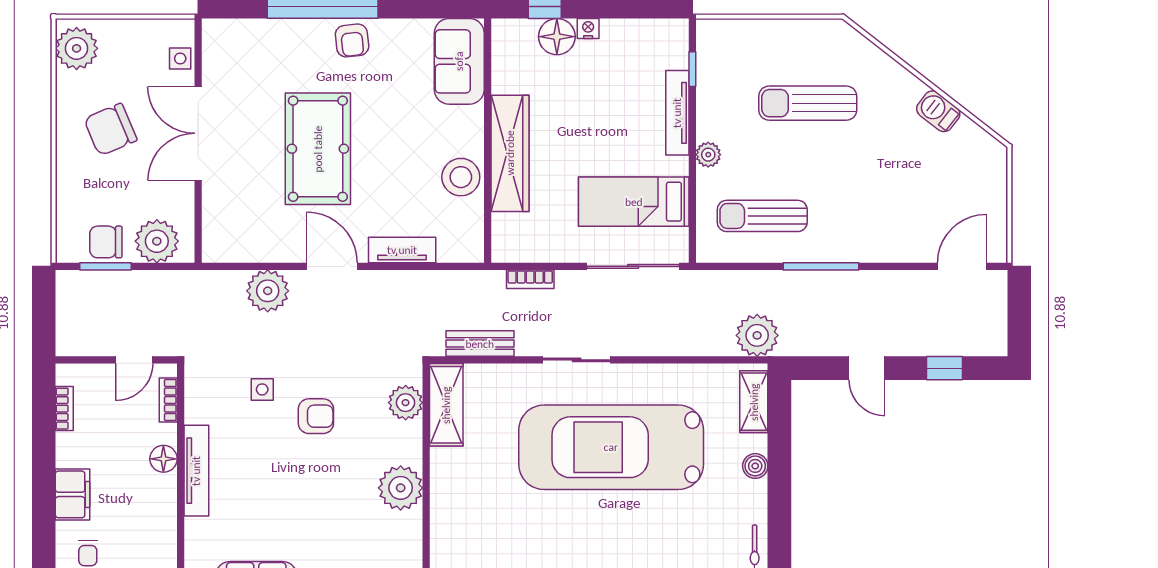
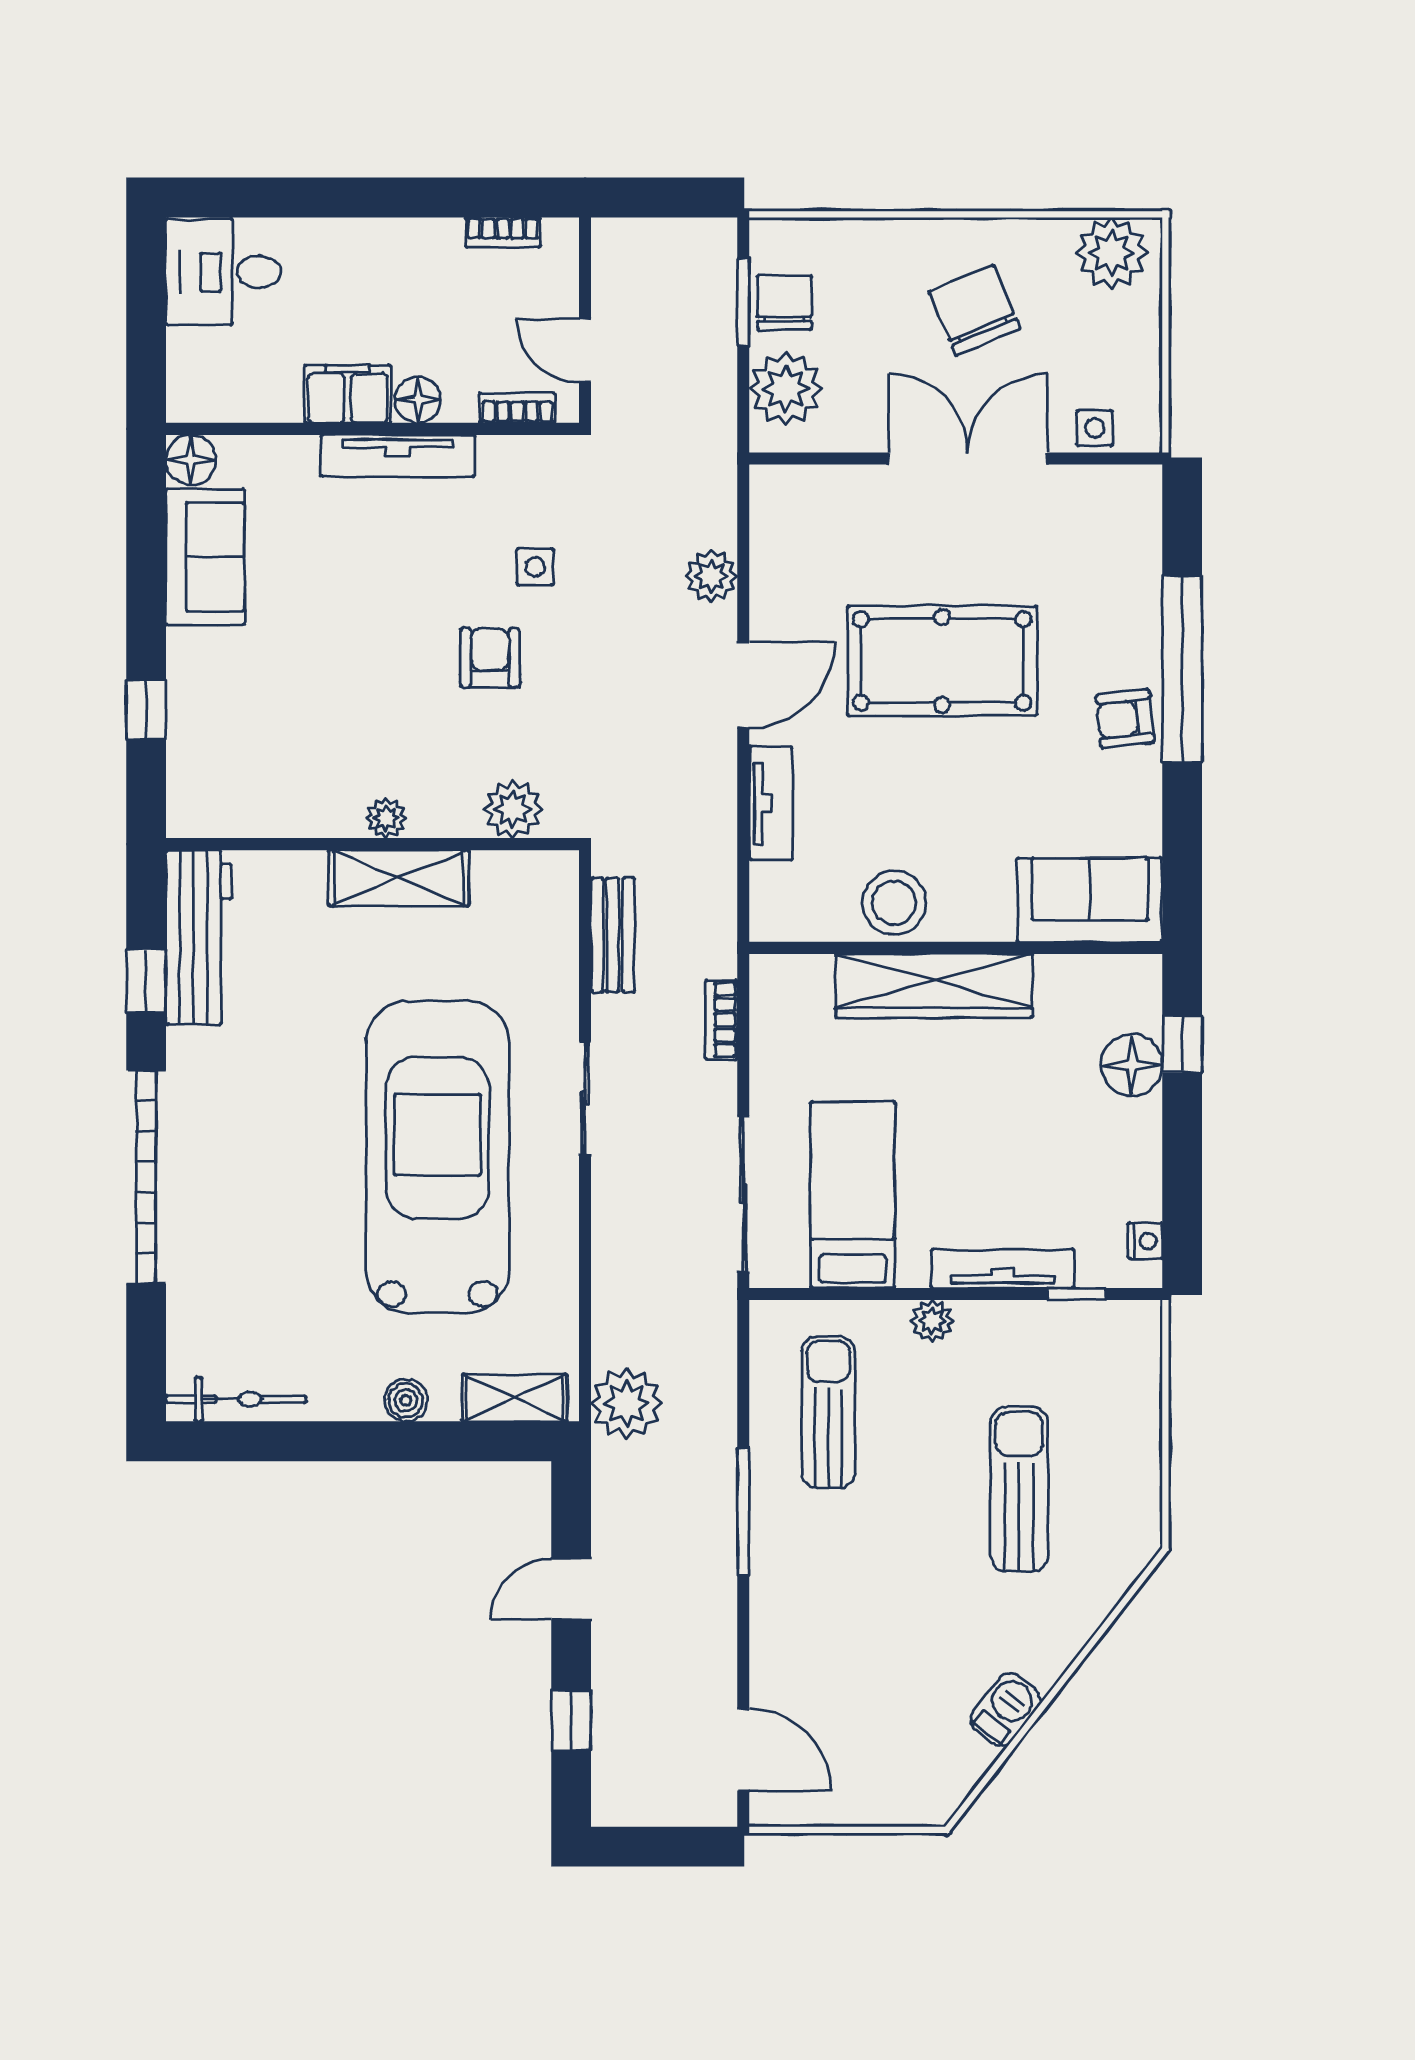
nightstand: (588, 28) -> (1145, 1241), moved
plant: (268, 291) -> (711, 576), width x0.73, depth x0.73
shelving: (446, 405) -> (399, 878), moved
armchair: (316, 416) -> (490, 658), turned 180
plant: (401, 488) -> (386, 818), width x0.53, depth x0.53
filing cabinet: (72, 494) -> (348, 394), moved, turned 180

